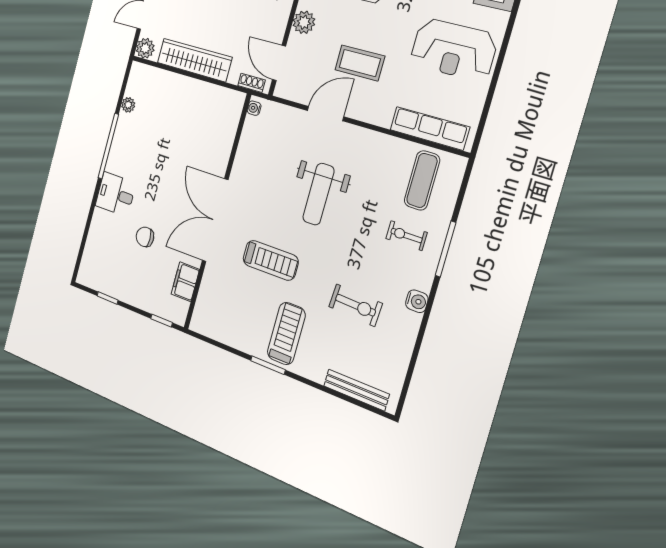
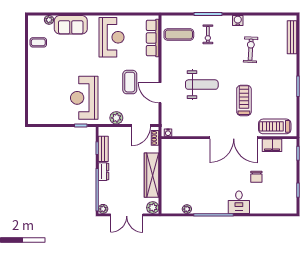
treadmill: (286, 333) -> (275, 126), moved

